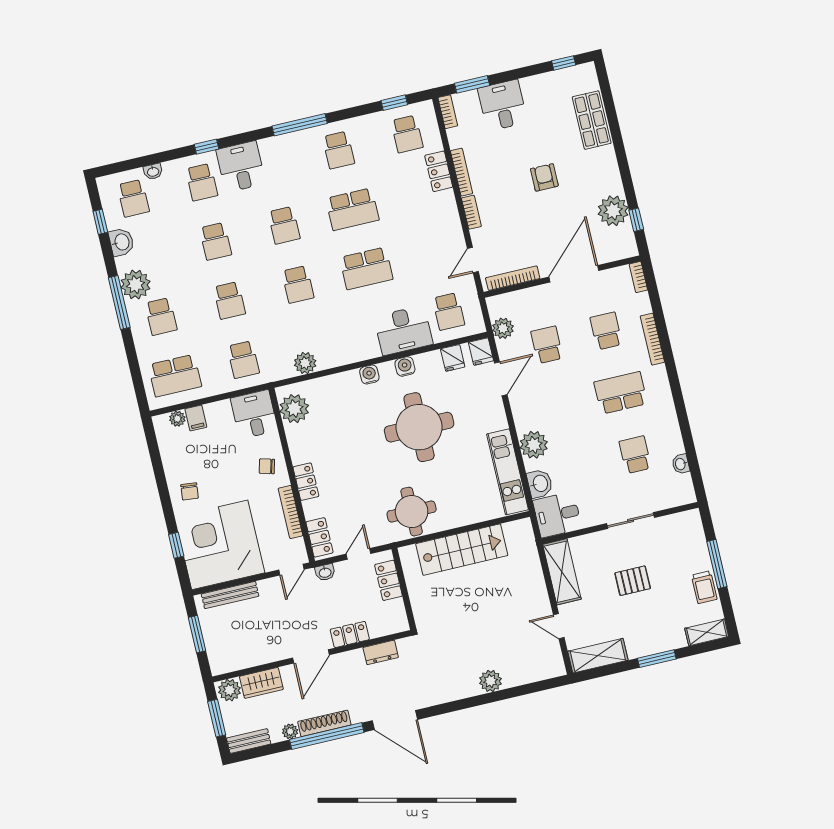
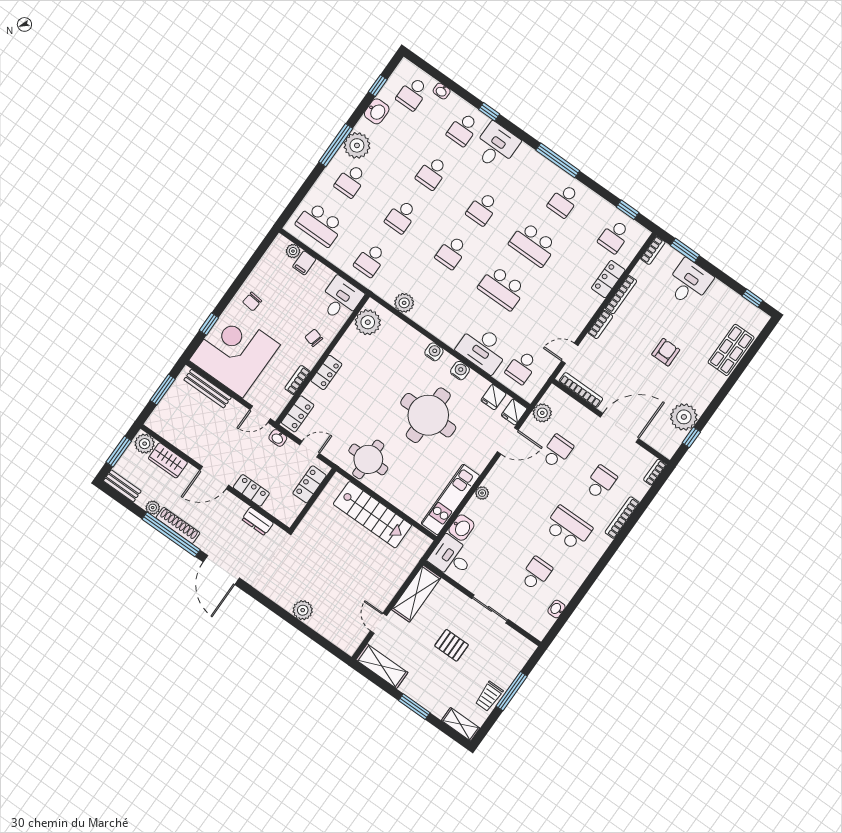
plant: (534, 445) -> (482, 493), width x0.53, depth x0.53
bookcase: (291, 512) -> (297, 380), width x0.64

